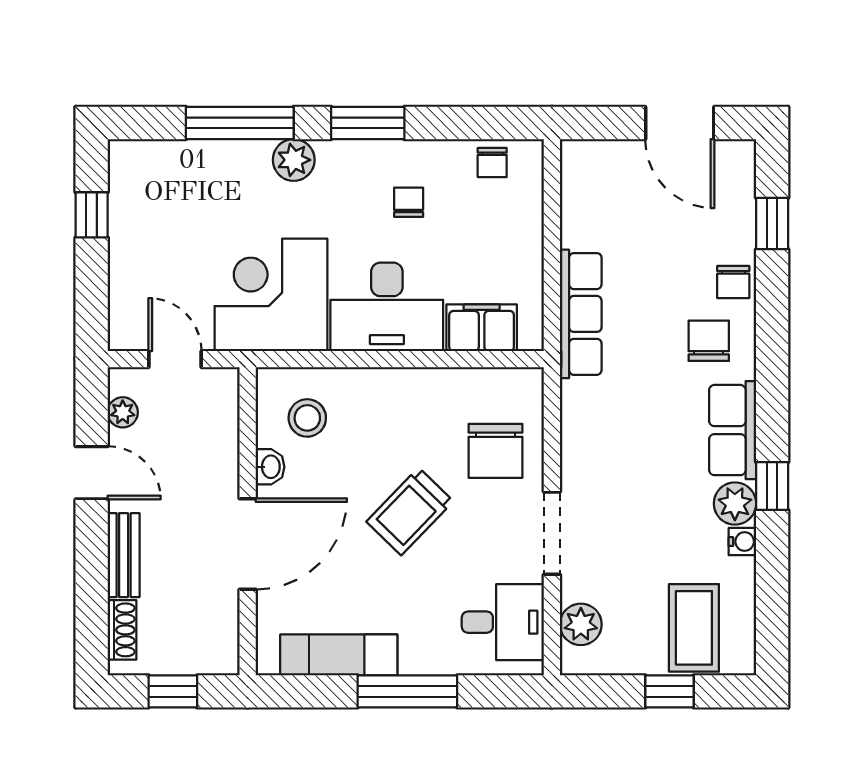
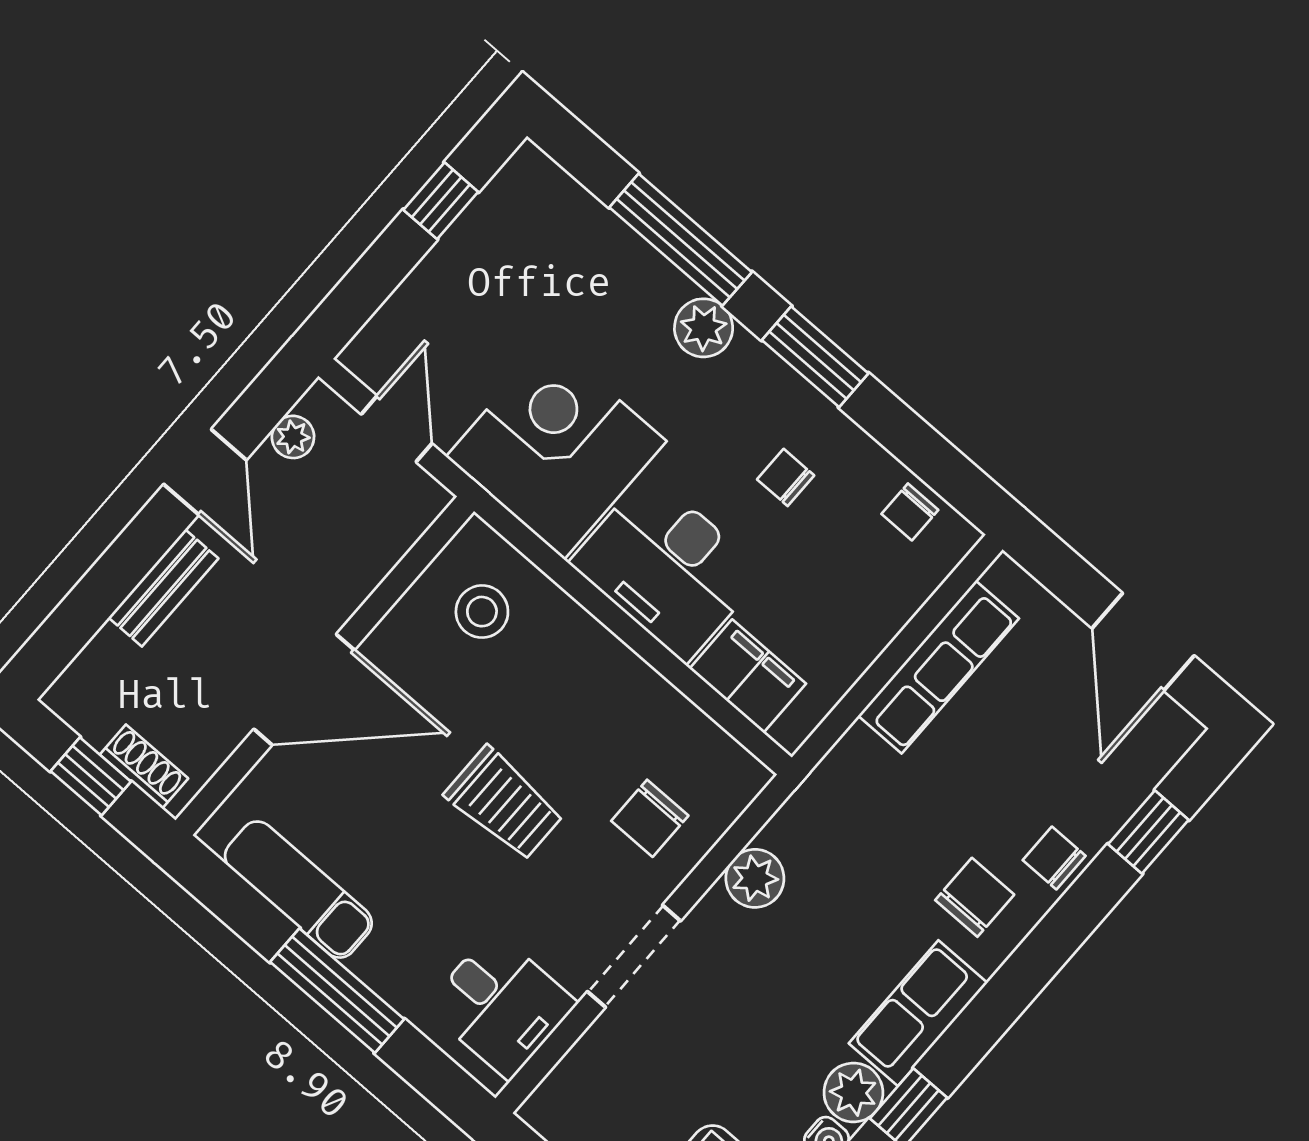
chair: (409, 202) -> (786, 477), turned -90
chair: (733, 282) -> (1054, 858), turned 90
row of seats: (581, 314) -> (939, 667), moved
chair: (496, 451) -> (650, 818), width x0.73, depth x0.73
washbasin: (270, 467) -> (398, 629), removed
trolley: (410, 511) -> (504, 804), turned -134
plant: (581, 624) -> (755, 878), moved
shoe rack: (122, 630) -> (144, 767), moved, turned -90

